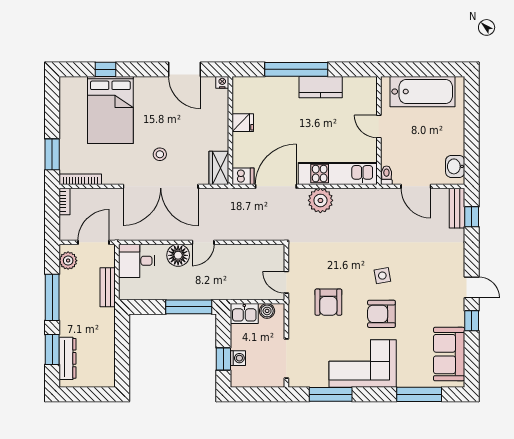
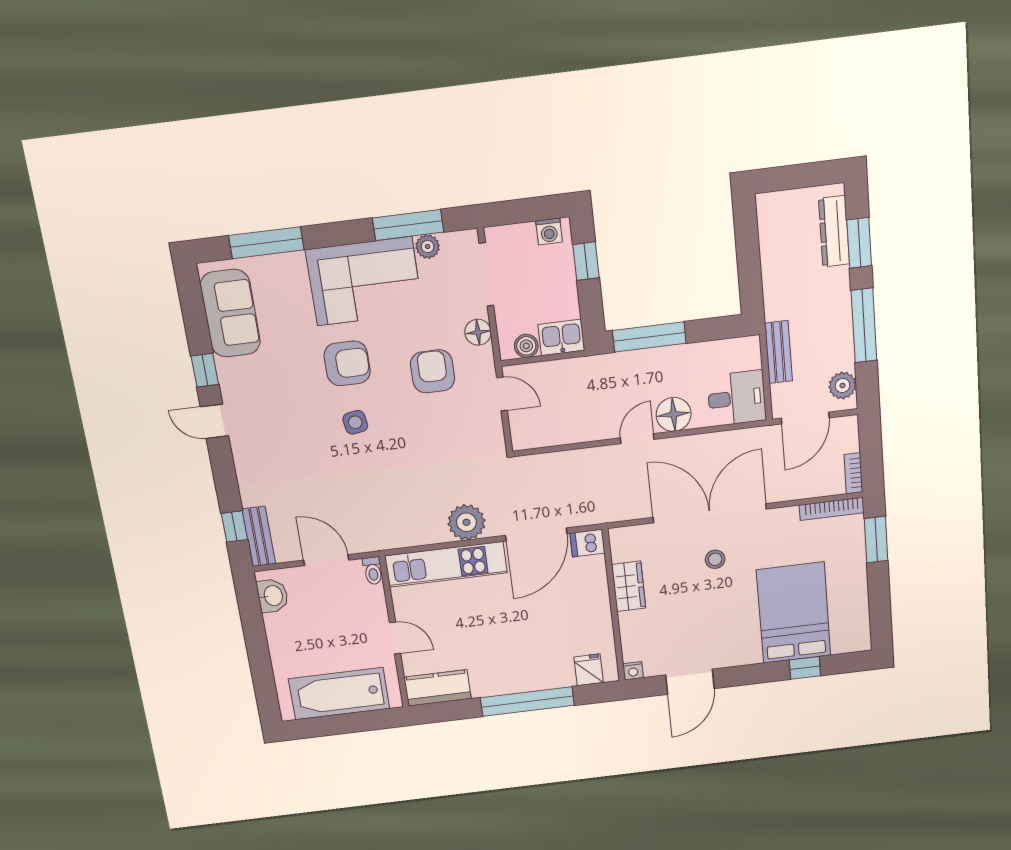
door: (185, 69) -> (690, 682), swing flipped
kitchen counter: (321, 87) -> (438, 688), moved
fridge: (243, 123) -> (589, 670), moved, turned 90
wardrobe: (219, 168) -> (629, 586), moved
floor lamp: (296, 323) -> (478, 332), added
washing machine: (238, 358) -> (549, 231), moved, turned -90
plant: (320, 380) -> (428, 247), added

